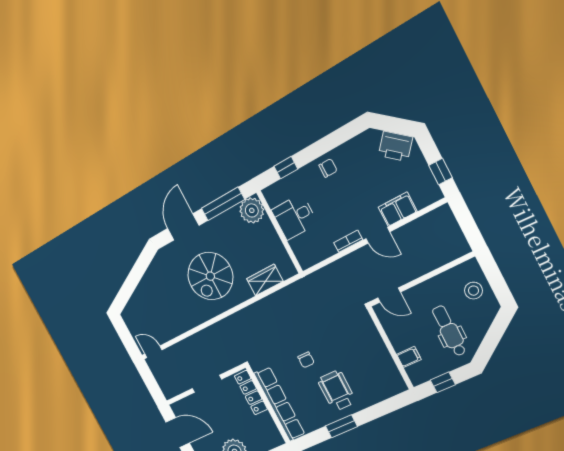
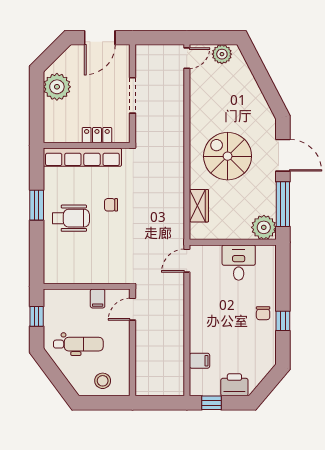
printer: (395, 146) -> (234, 385), moved, turned 50
window: (286, 168) -> (283, 321), moved
filing cabinet: (398, 209) -> (199, 361), width x0.50
door: (378, 235) -> (187, 261), moved
bookcase: (348, 241) -> (195, 298), removed
plant: (134, 324) -> (222, 54), added
filing cabinet: (409, 357) -> (98, 298), moved
locker: (251, 393) -> (97, 135), width x0.66

